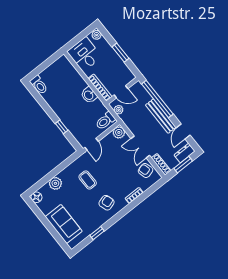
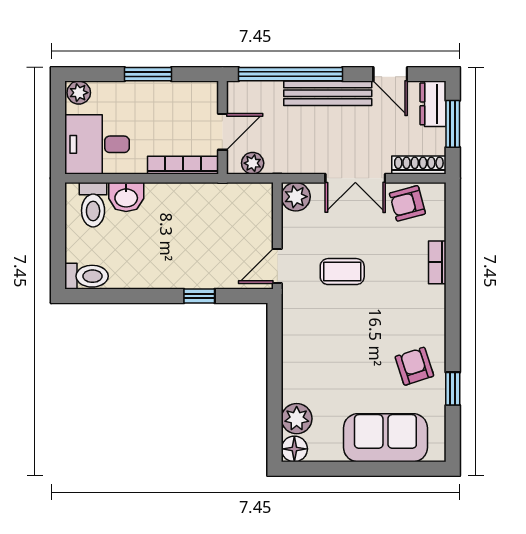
washbasin: (89, 95) -> (126, 197), moved
toilet: (105, 121) -> (93, 205), moved
door: (92, 144) -> (277, 266), swing flipped
coffee table: (88, 180) -> (342, 272), moved
plant: (55, 183) -> (297, 419), moved
armchair: (106, 203) -> (414, 366), moved

